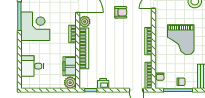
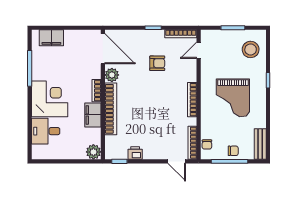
corner desk: (35, 26) -> (50, 99), moved
filing cabinet: (70, 66) -> (93, 115), moved

